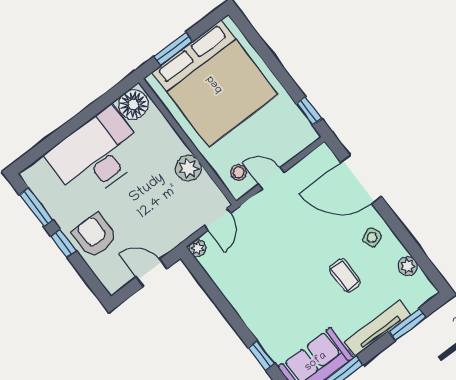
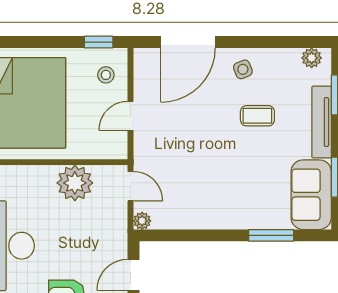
plant: (188, 168) -> (75, 183), width x1.36, depth x1.36
stool: (239, 172) -> (106, 75), moved
plant: (408, 266) -> (312, 58), moved
window: (261, 355) -> (271, 235), width x1.50

